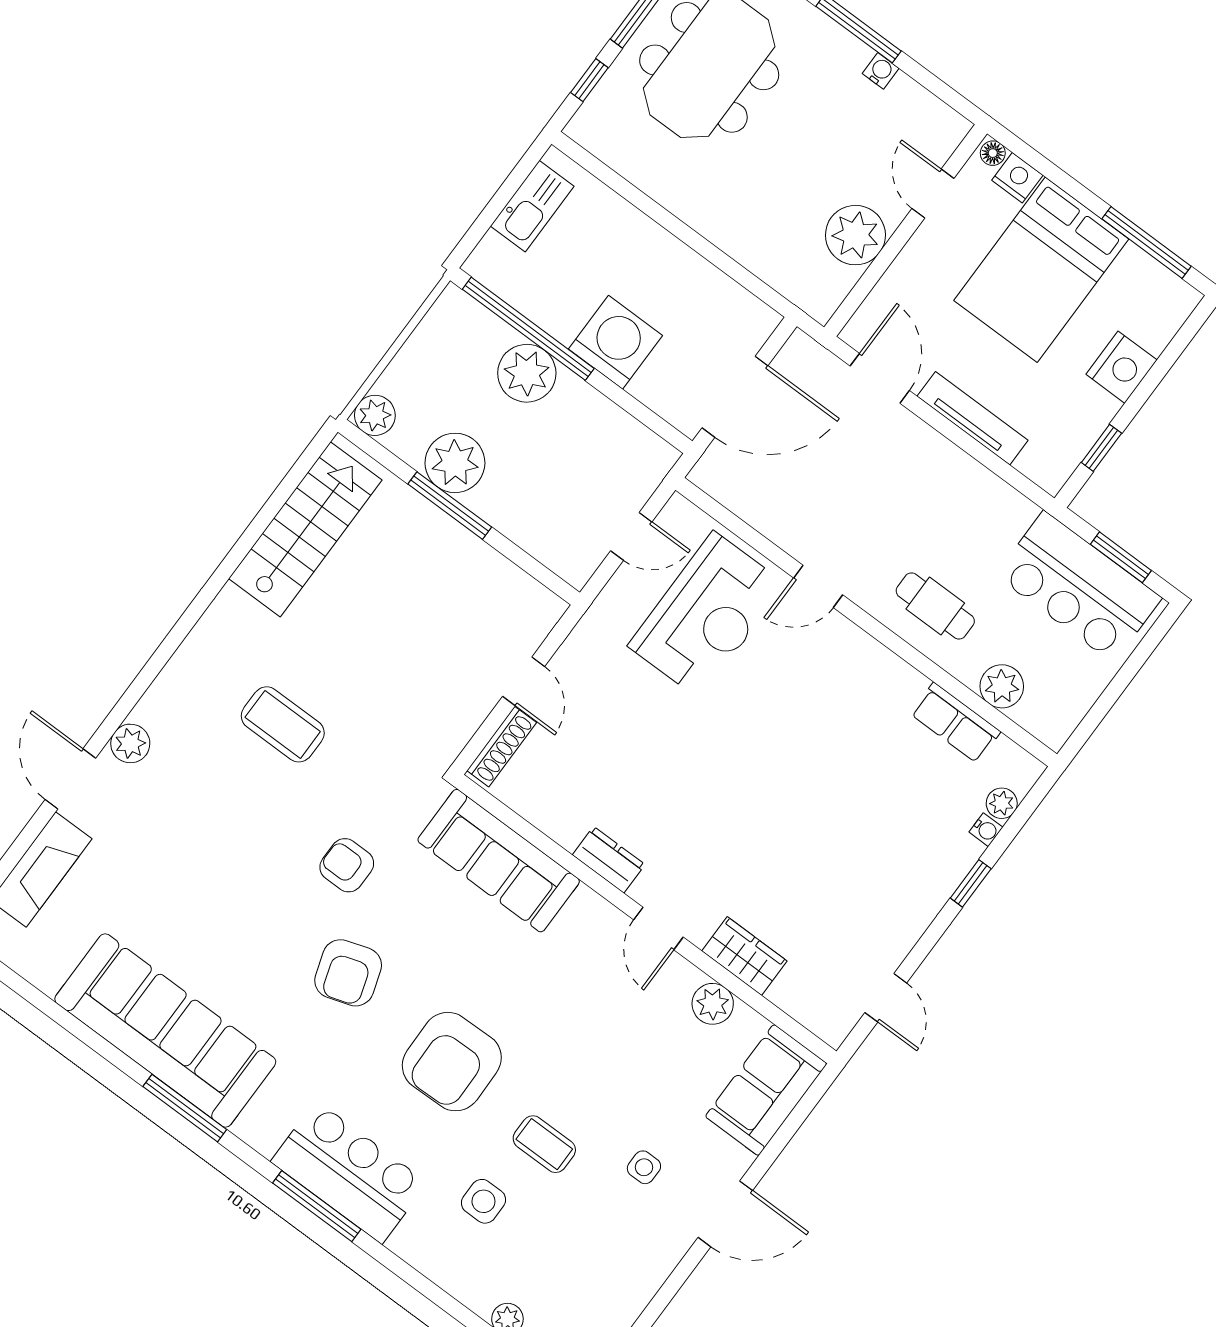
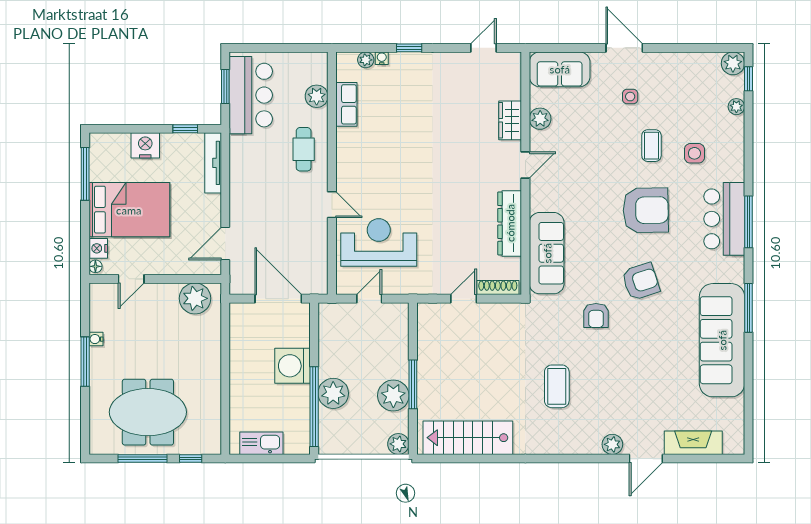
plant: (855, 235) -> (195, 298), moved
tv unit: (973, 418) -> (213, 163), moved
door: (631, 536) -> (369, 299), hinge flipped
dresser: (609, 860) -> (510, 223), width x1.96, depth x1.24

